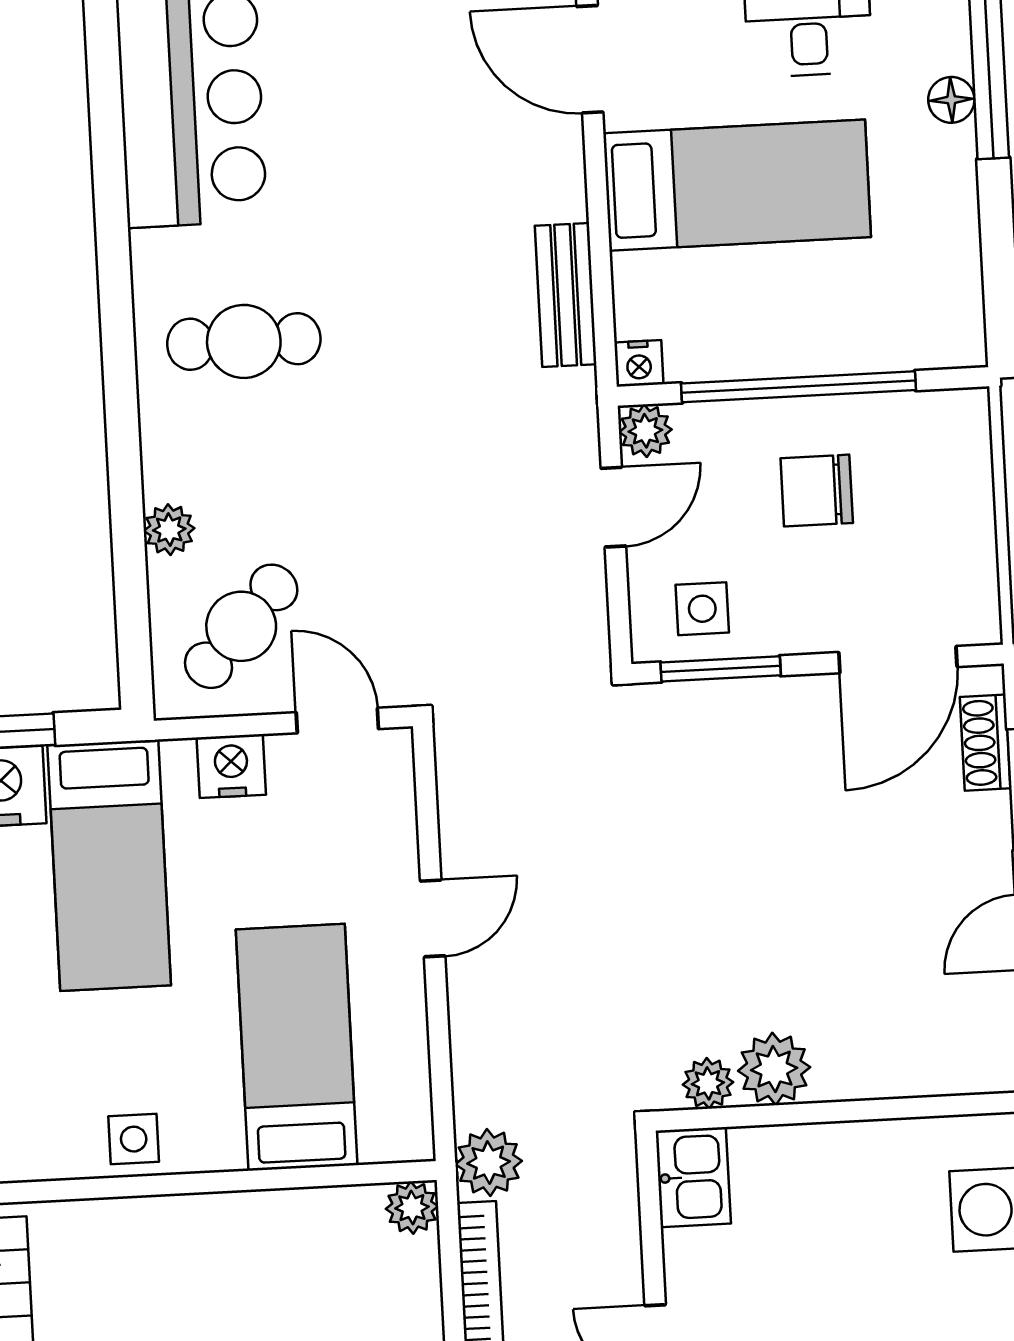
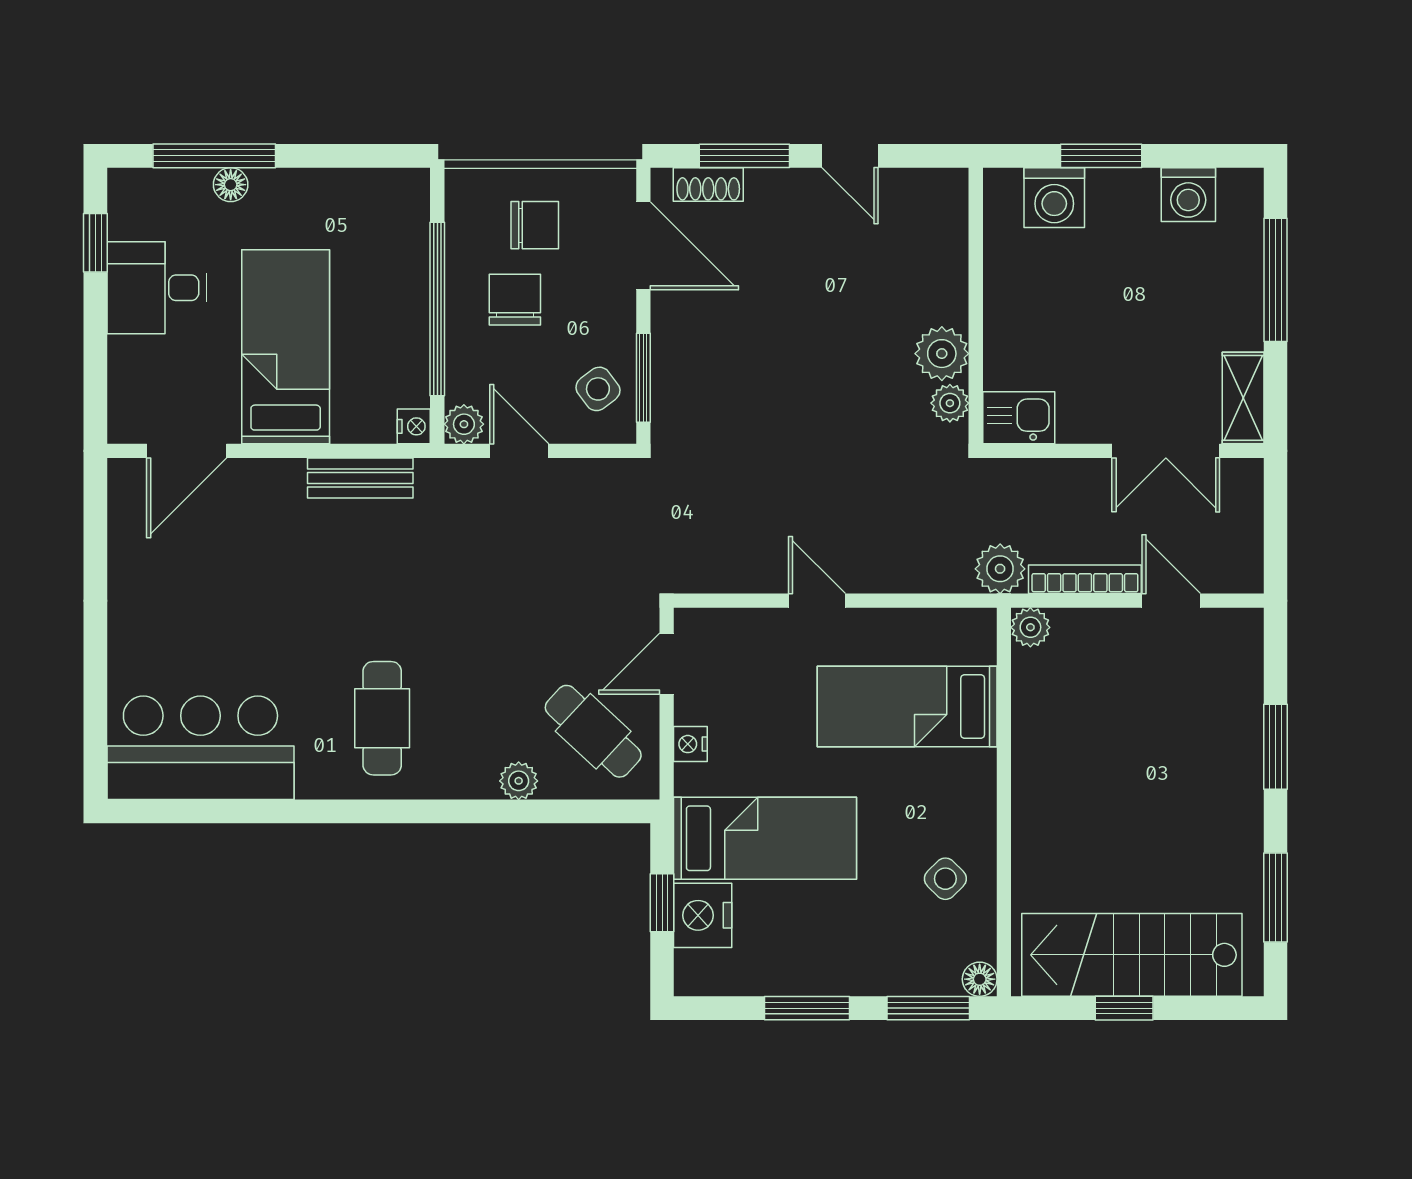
chair: (817, 491) -> (515, 300), turned 180
chair: (918, 512) -> (535, 225), added
side table: (702, 609) -> (598, 389), turned -37
nightstand: (231, 766) -> (690, 744), width x0.72, depth x0.74
side table: (134, 1139) -> (945, 879), moved, turned 45

